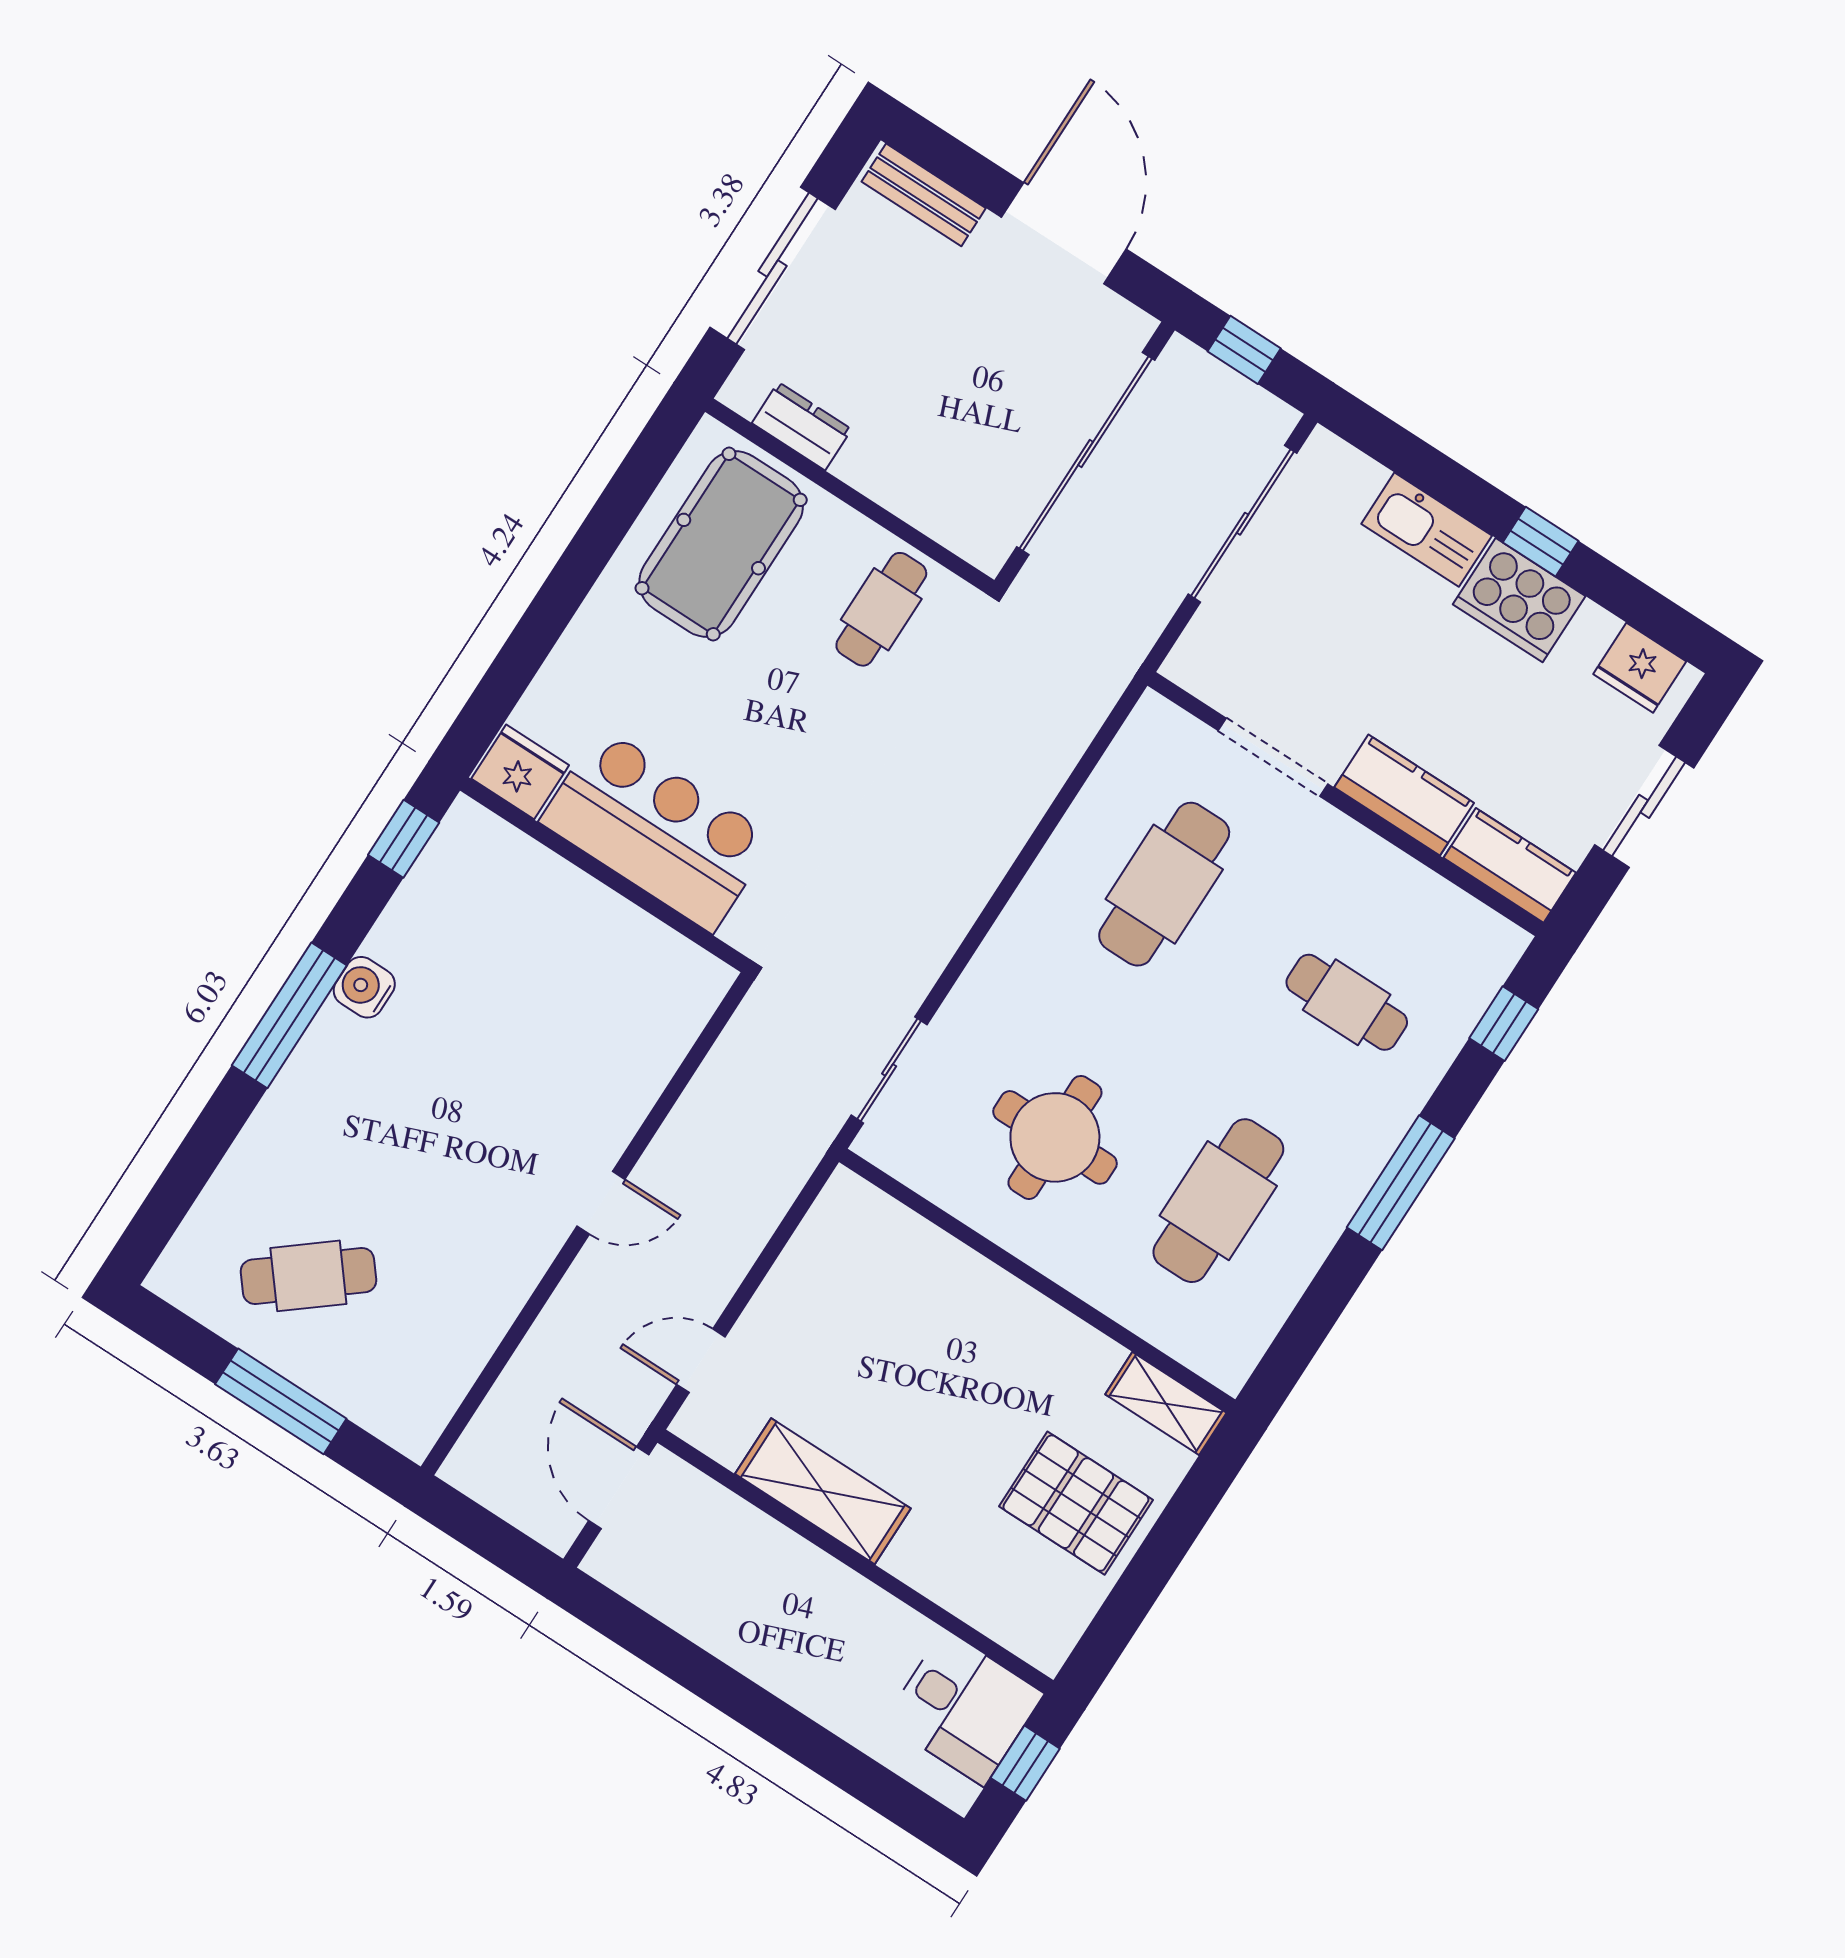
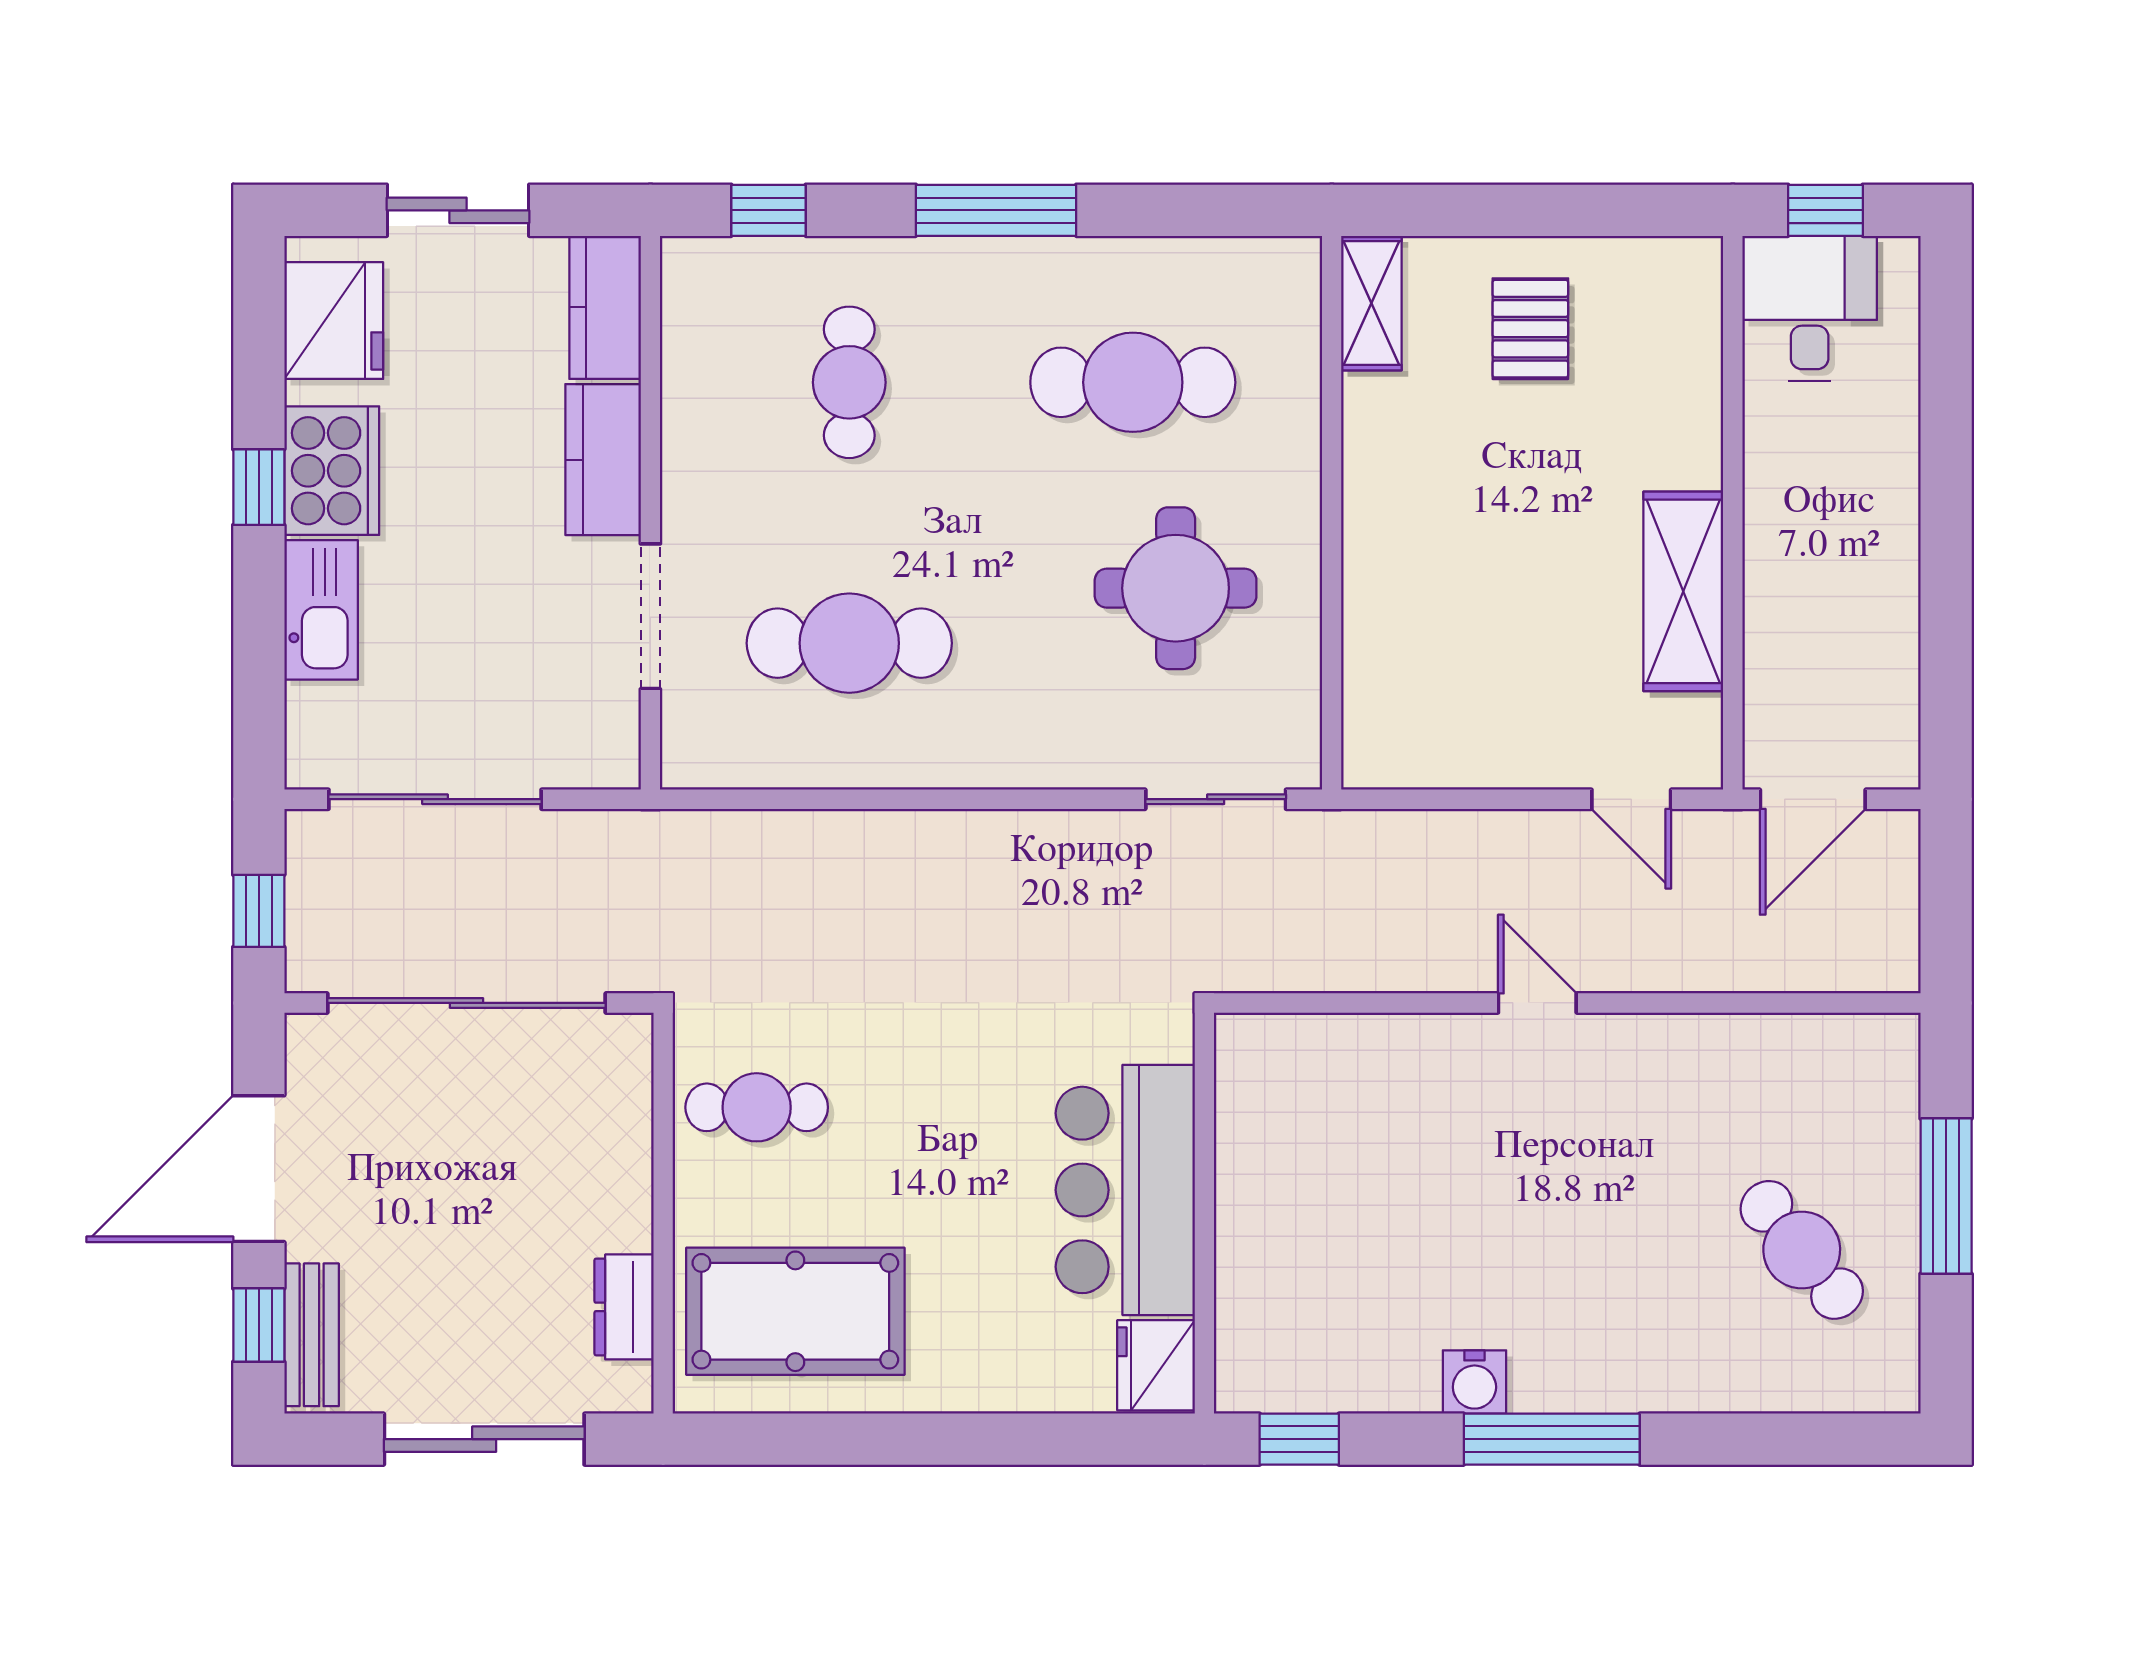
window: (954, 162) -> (259, 1325), added
fridge: (1640, 668) -> (334, 321), width x1.36, depth x1.34
pallet: (1076, 1503) -> (1530, 329), width x0.67, depth x0.71

